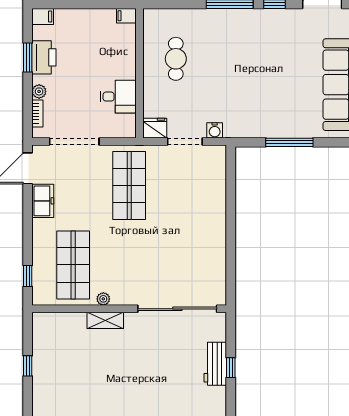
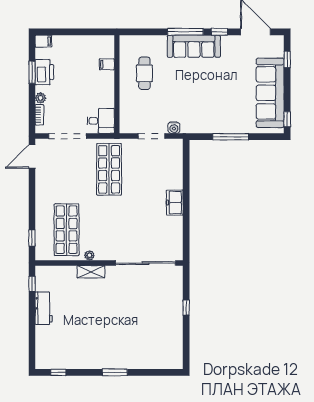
filing cabinet: (126, 16) -> (107, 64), moved
sofa: (241, 23) -> (194, 46), added
desk: (118, 97) -> (101, 121), moved
fridge: (155, 128) -> (129, 126), removed
freezer: (43, 201) -> (175, 203), moved, turned 180
workbench: (215, 364) -> (44, 308), moved, turned 180
window: (28, 366) -> (32, 284), moved

